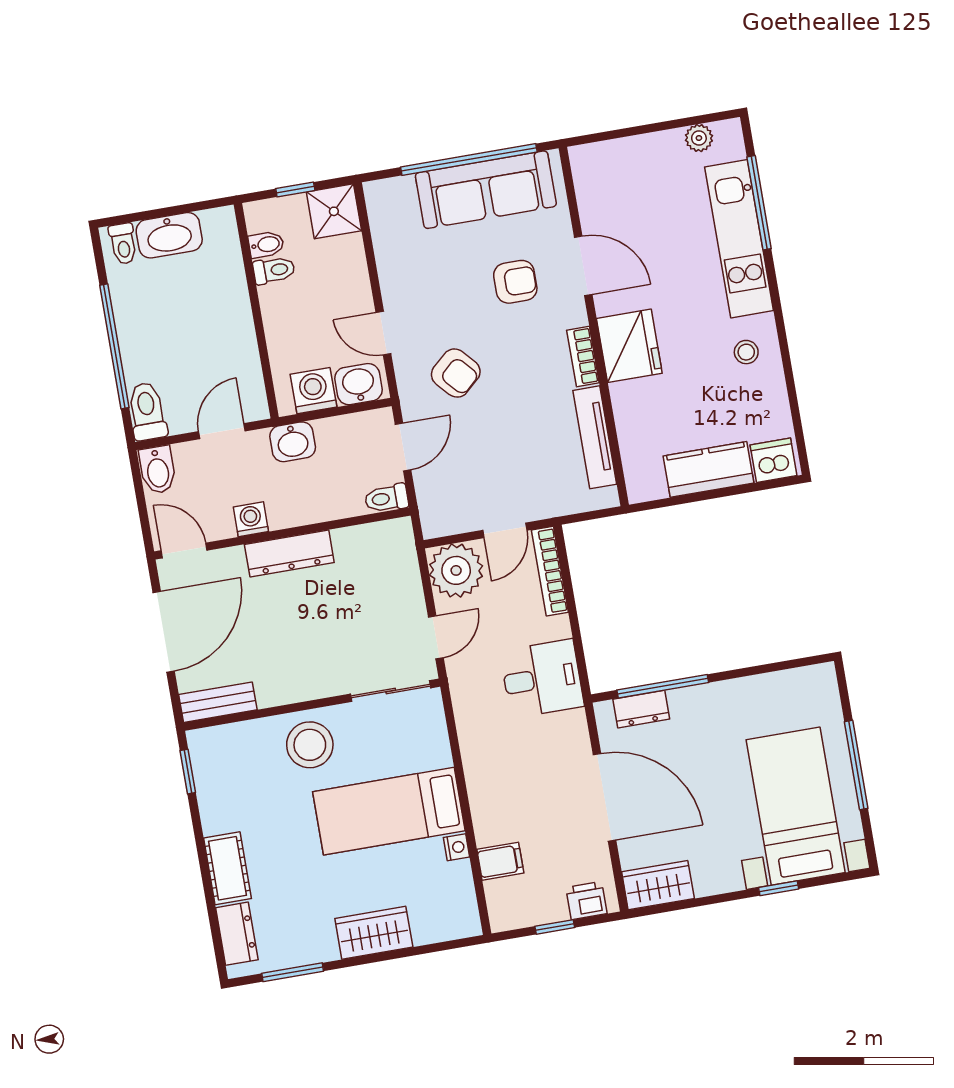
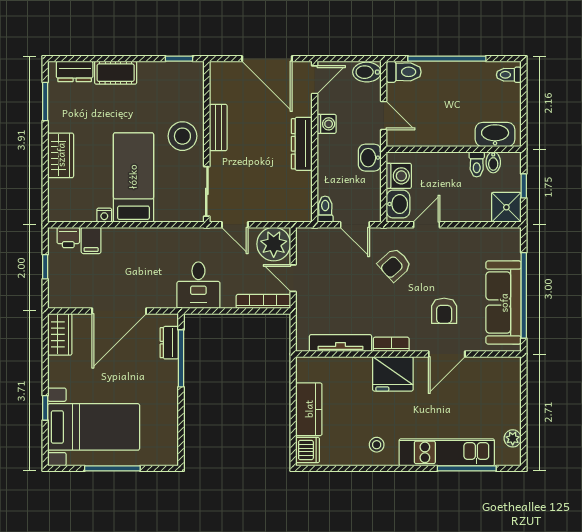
washbasin: (169, 235) -> (495, 135), moved, turned 90
bench: (218, 702) -> (218, 127), moved
printer: (586, 900) -> (68, 237), moved, turned 90

